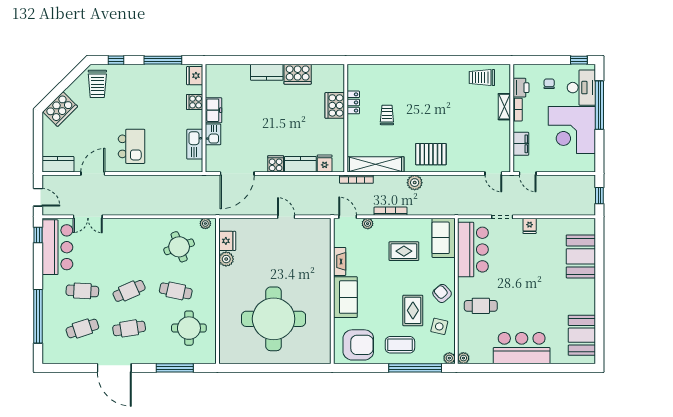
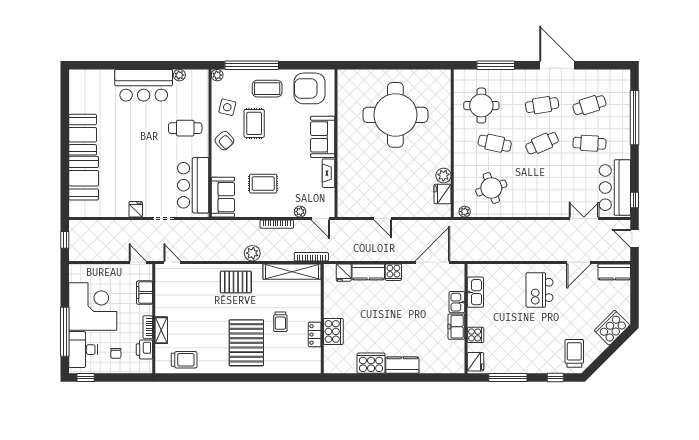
pallet: (420, 94) -> (246, 343), added
booth: (582, 335) -> (83, 135), moved
plant: (463, 358) -> (179, 75), moved

